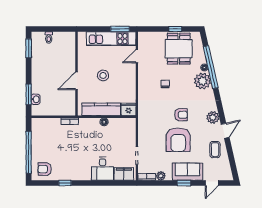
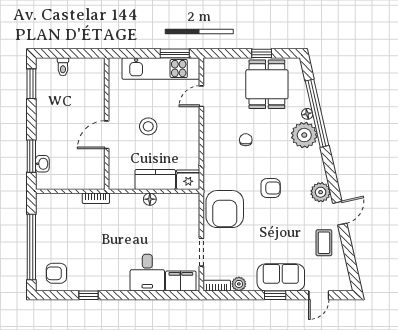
kitchen counter: (101, 109) -> (155, 179), width x0.67
armchair: (178, 140) -> (225, 209), moved

